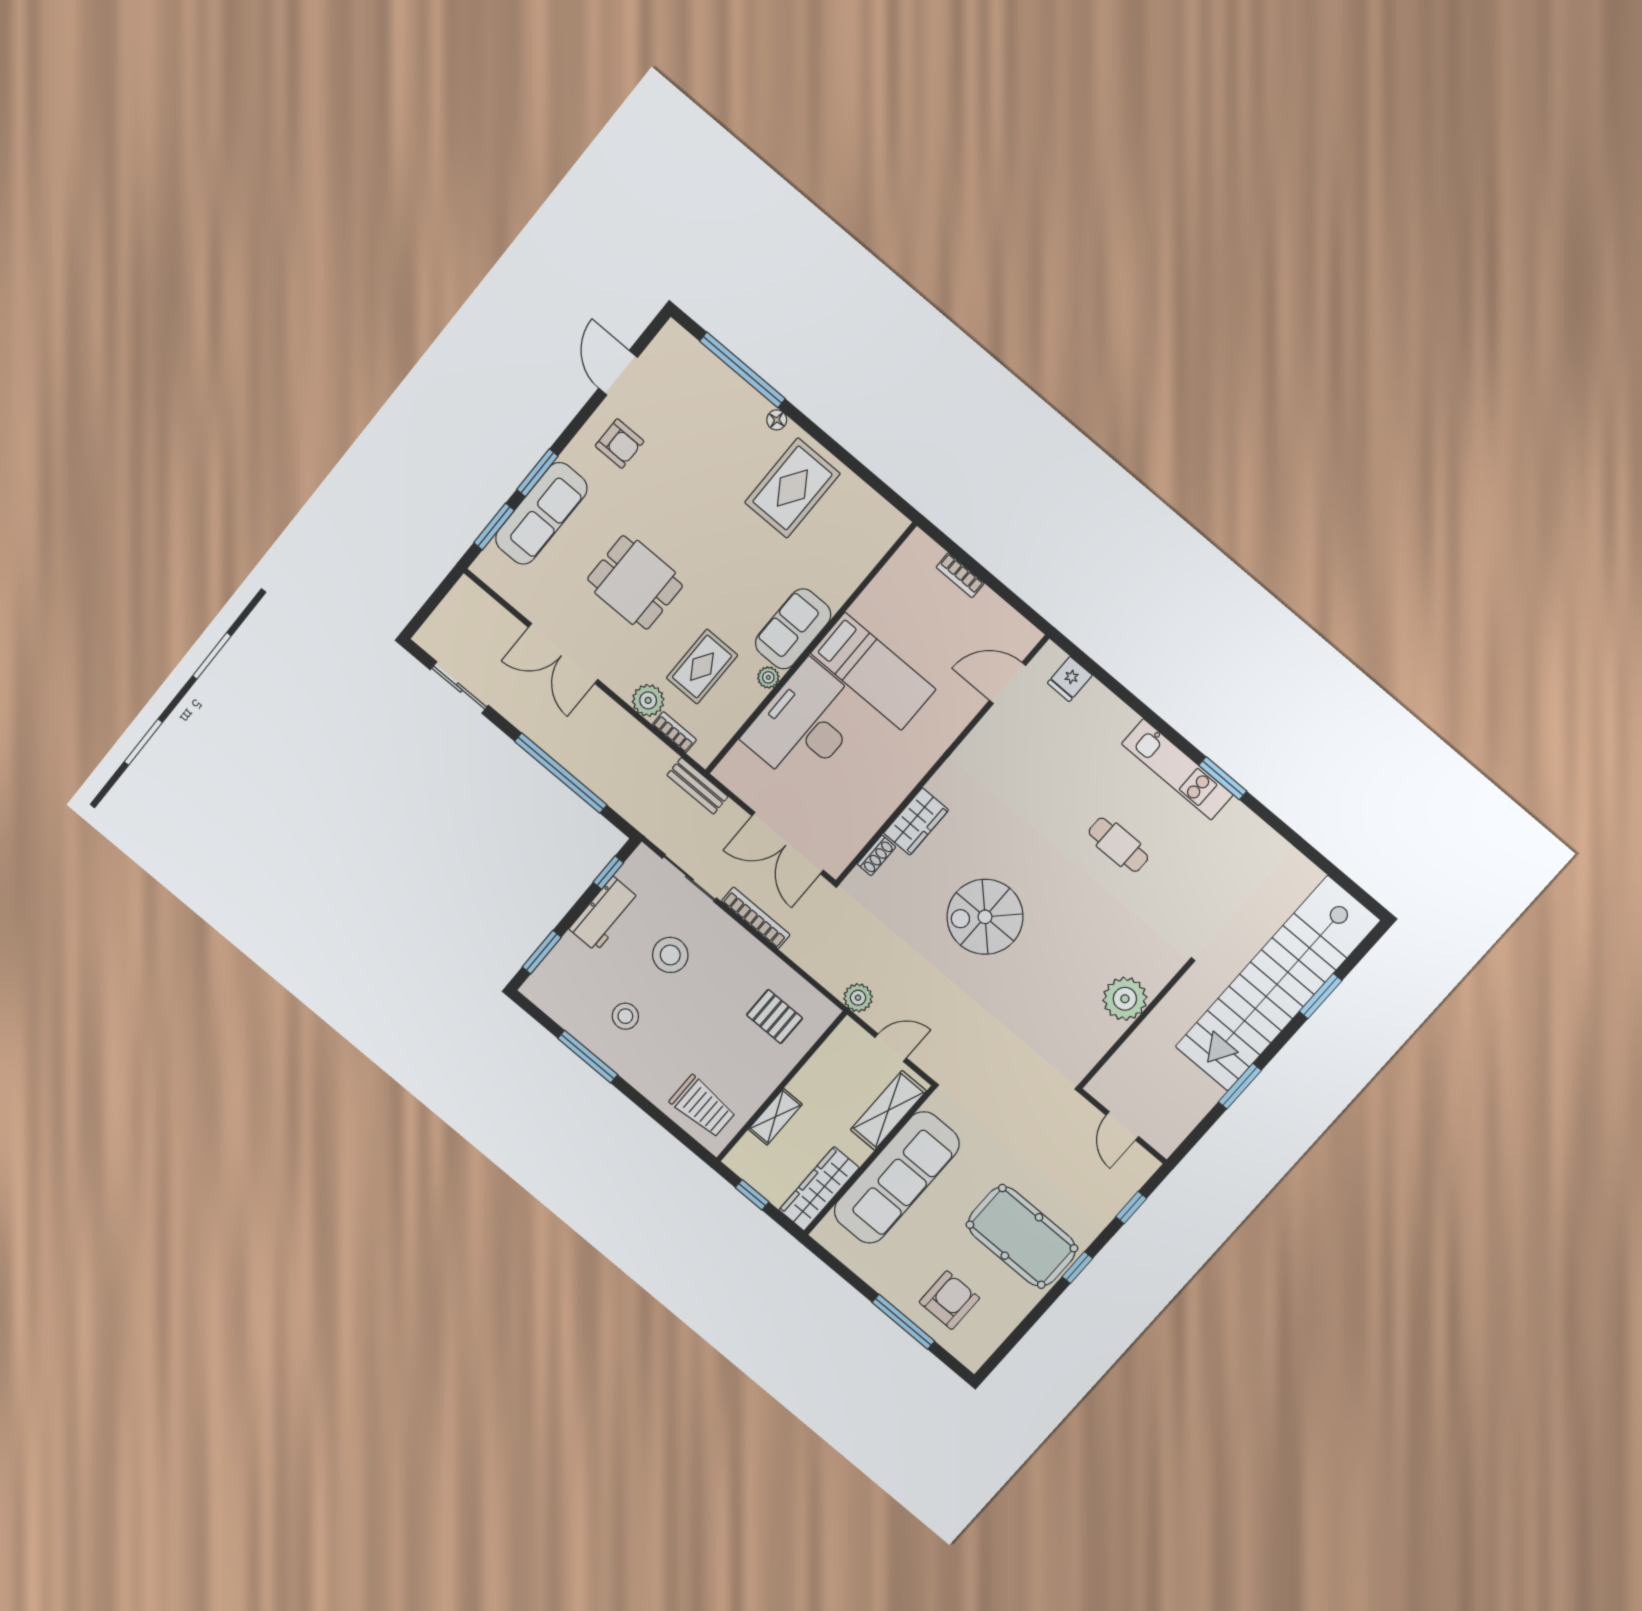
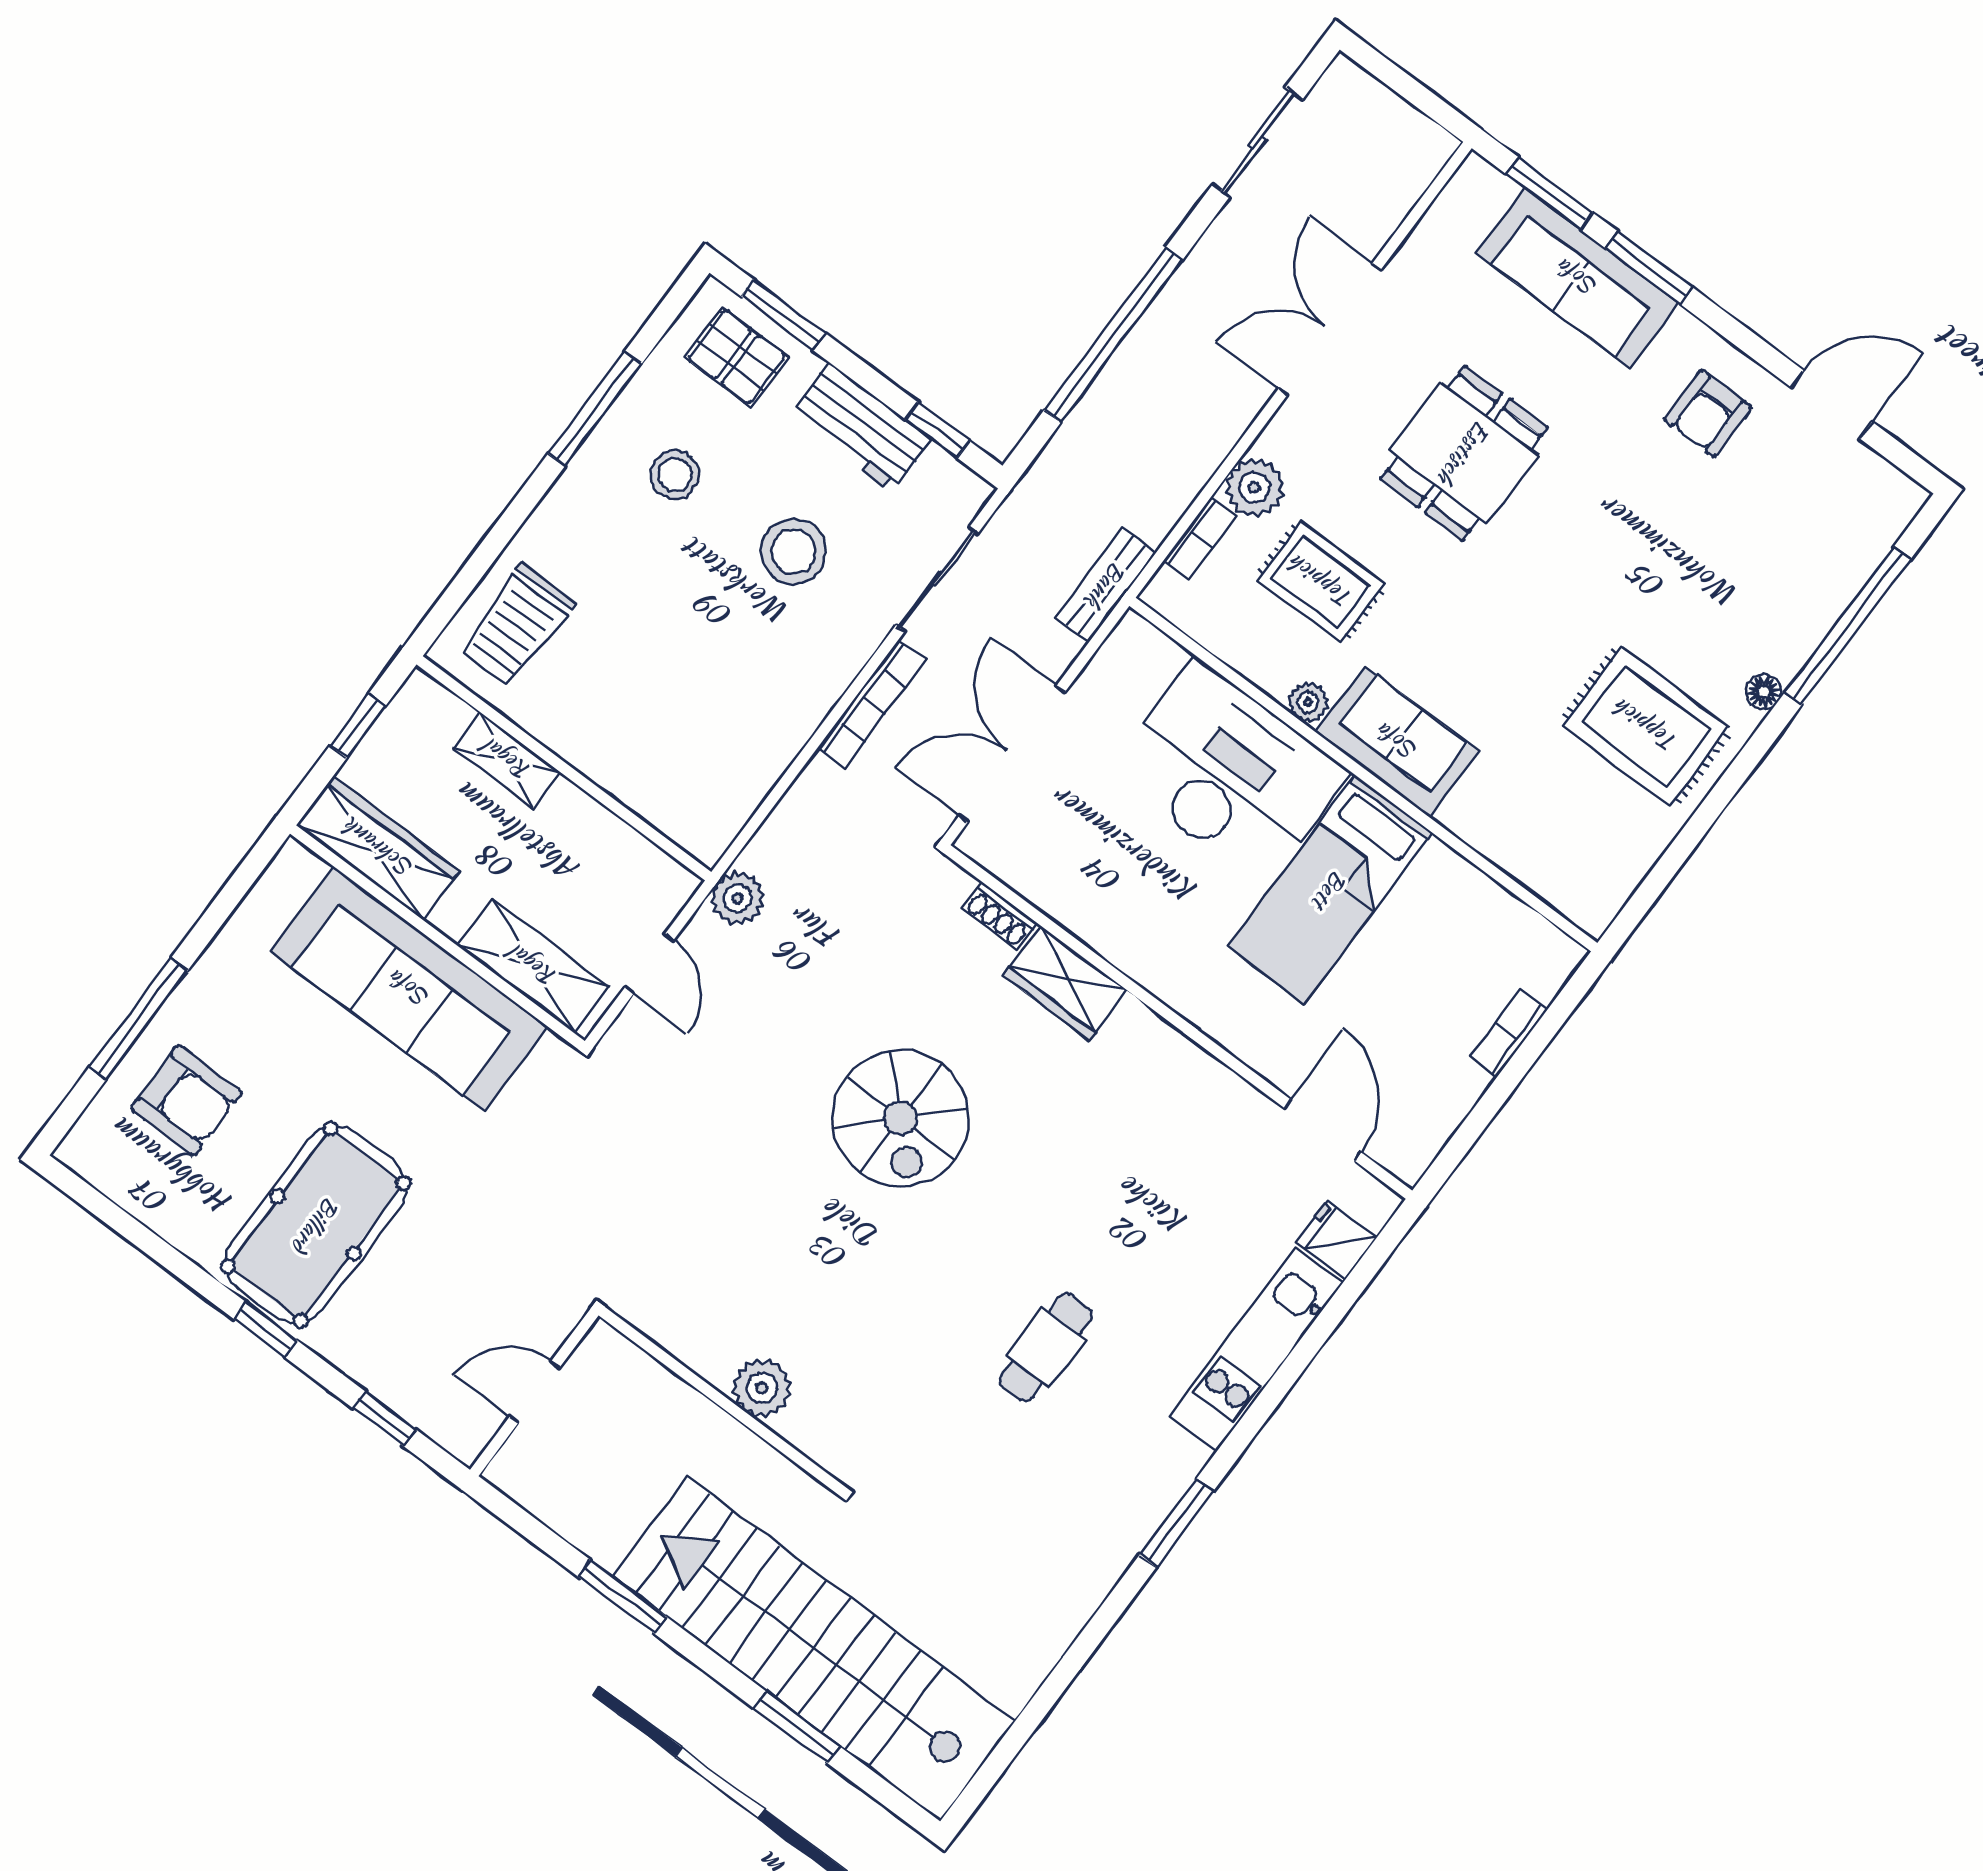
kitchen unit: (1177, 769) -> (1256, 1350), moved
spiral stairs: (985, 917) -> (901, 1118), turned 180
plant: (1125, 999) -> (762, 1388), width x0.73, depth x0.73
pallet: (775, 1017) -> (736, 357), moved, turned 90

